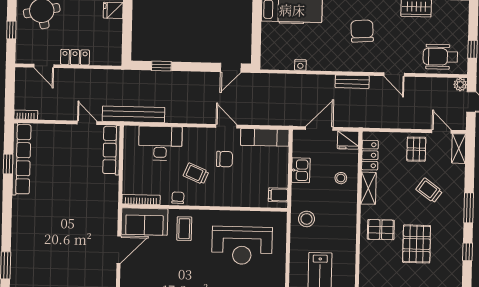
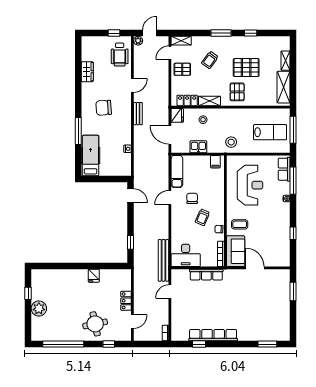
desk: (160, 143) -> (186, 255), moved, turned -90
row of seats: (111, 150) -> (206, 275), moved
row of seats: (21, 159) -> (213, 335), moved

